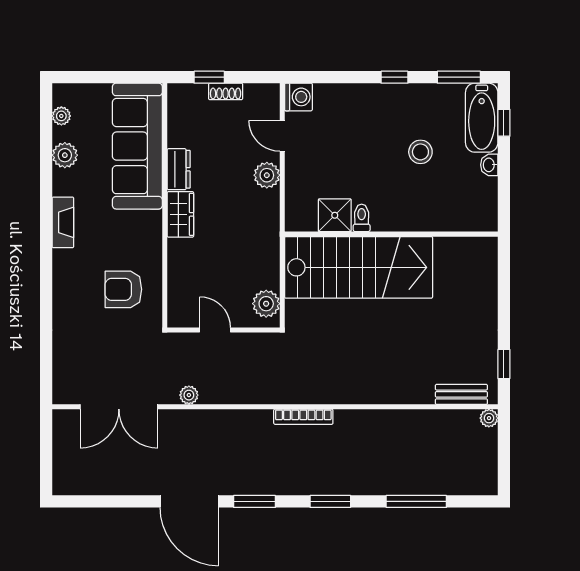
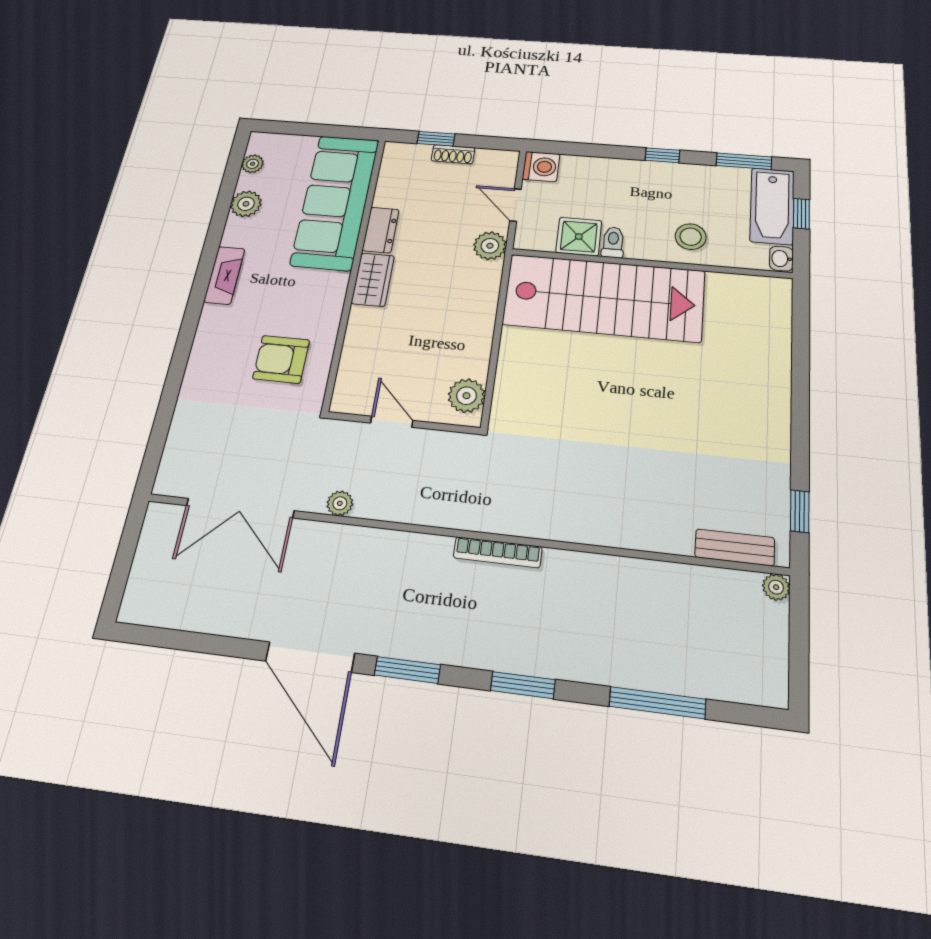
shower: (335, 215) -> (579, 237), moved
toilet: (362, 218) -> (613, 242), moved
wall: (391, 234) -> (650, 264), moved
stairs: (359, 267) -> (604, 298), moved

